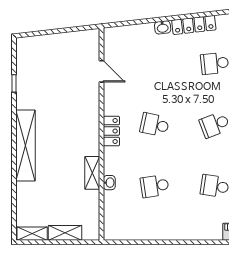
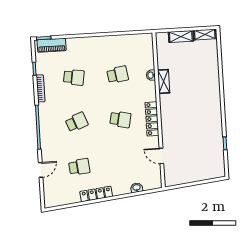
washbasin: (163, 27) -> (137, 188), moved
locker: (111, 131) -> (152, 119), width x1.53
shelving: (25, 146) -> (214, 98), removed

